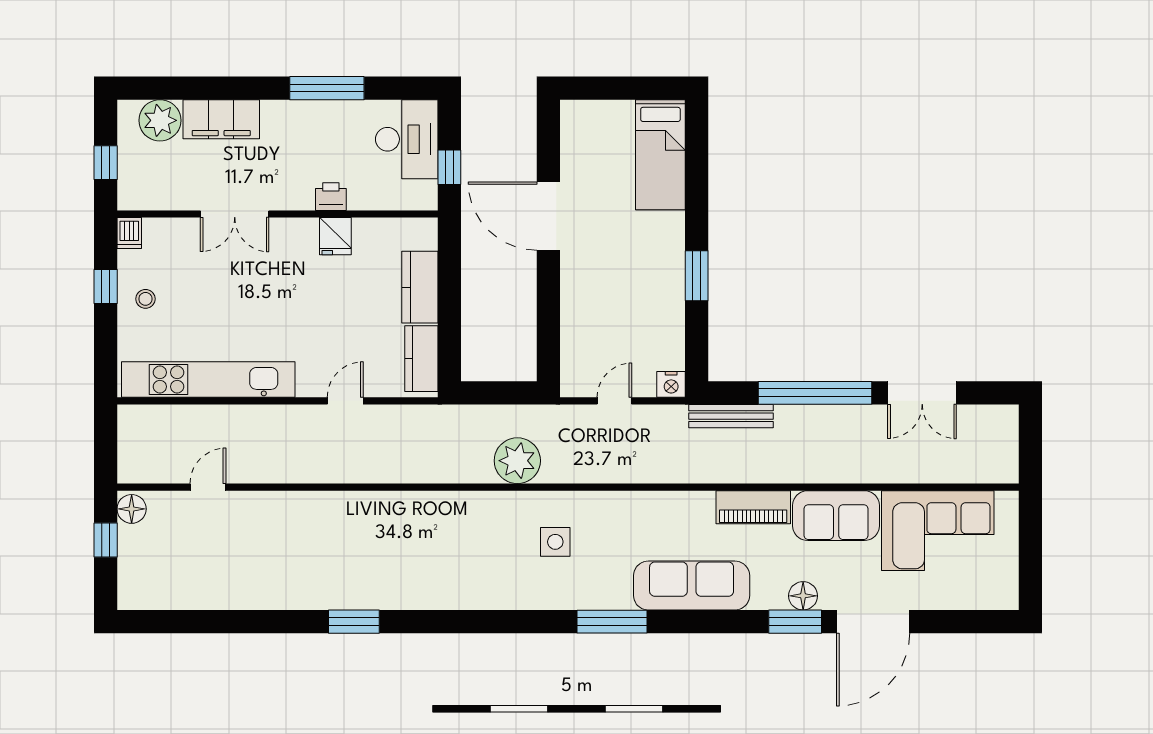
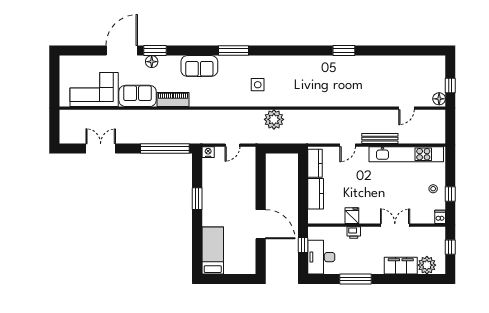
window: (815, 393) -> (165, 149), moved
bench: (731, 416) -> (380, 139), moved
sofa: (692, 586) -> (199, 66), width x0.73

